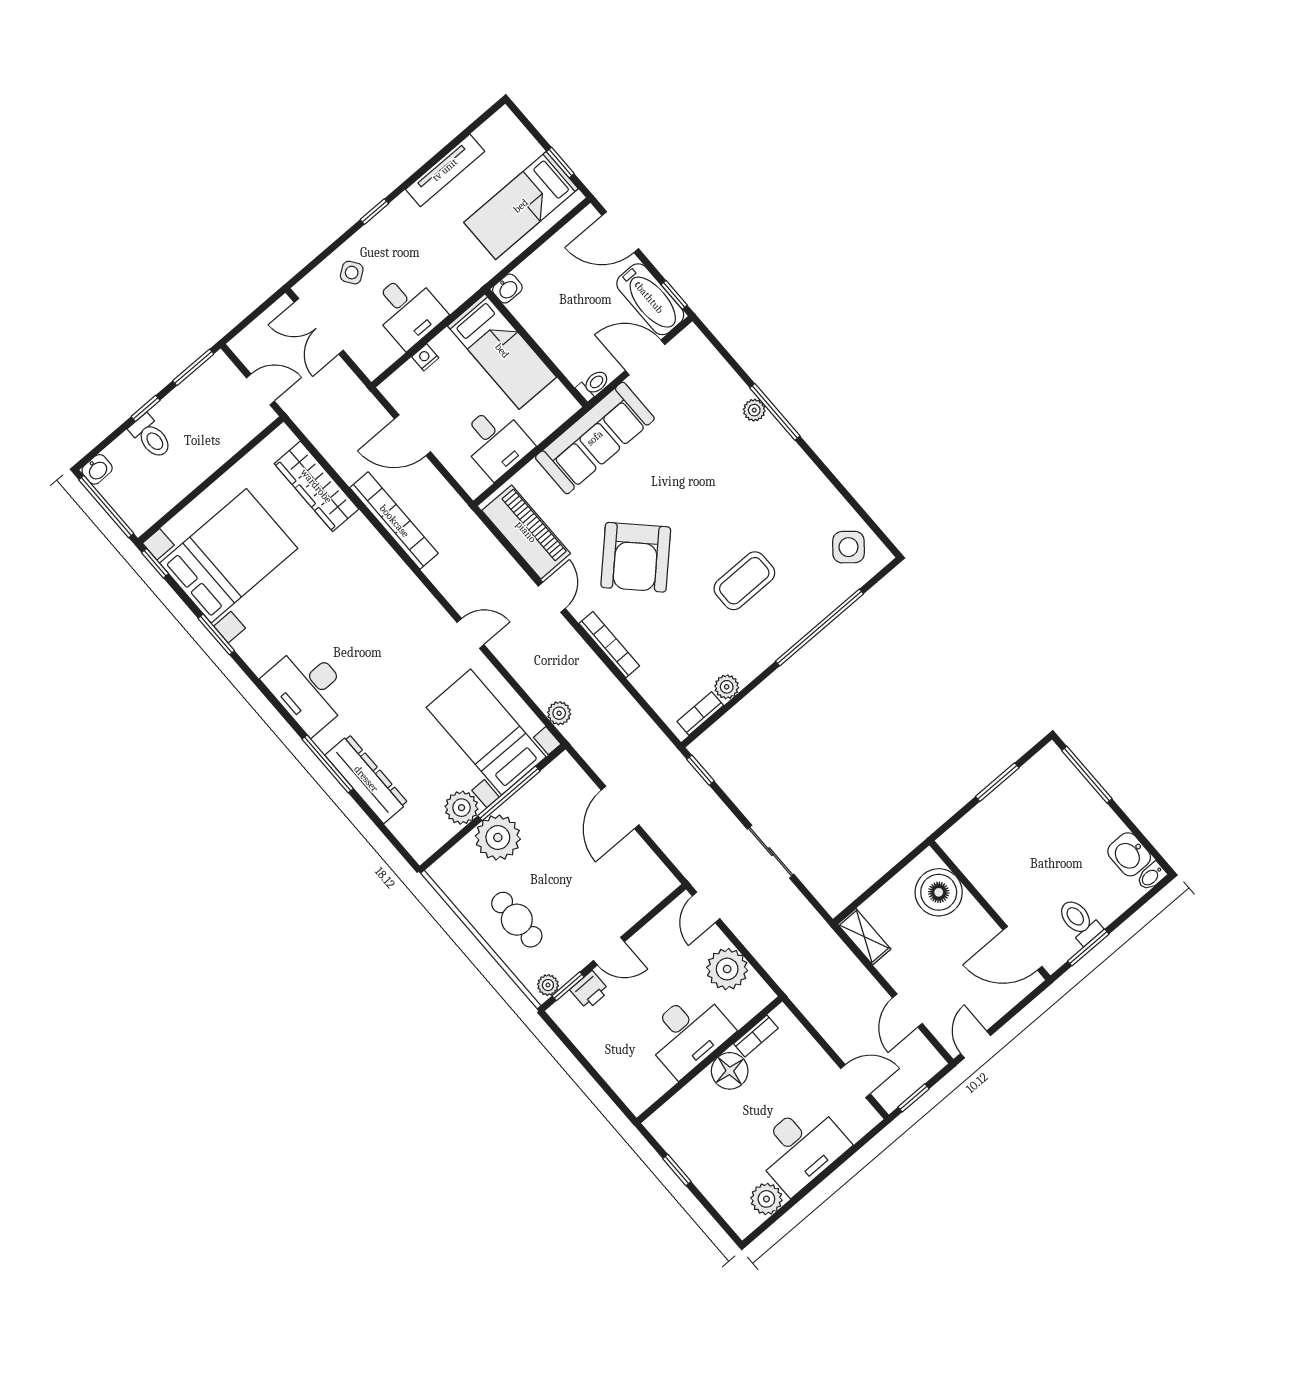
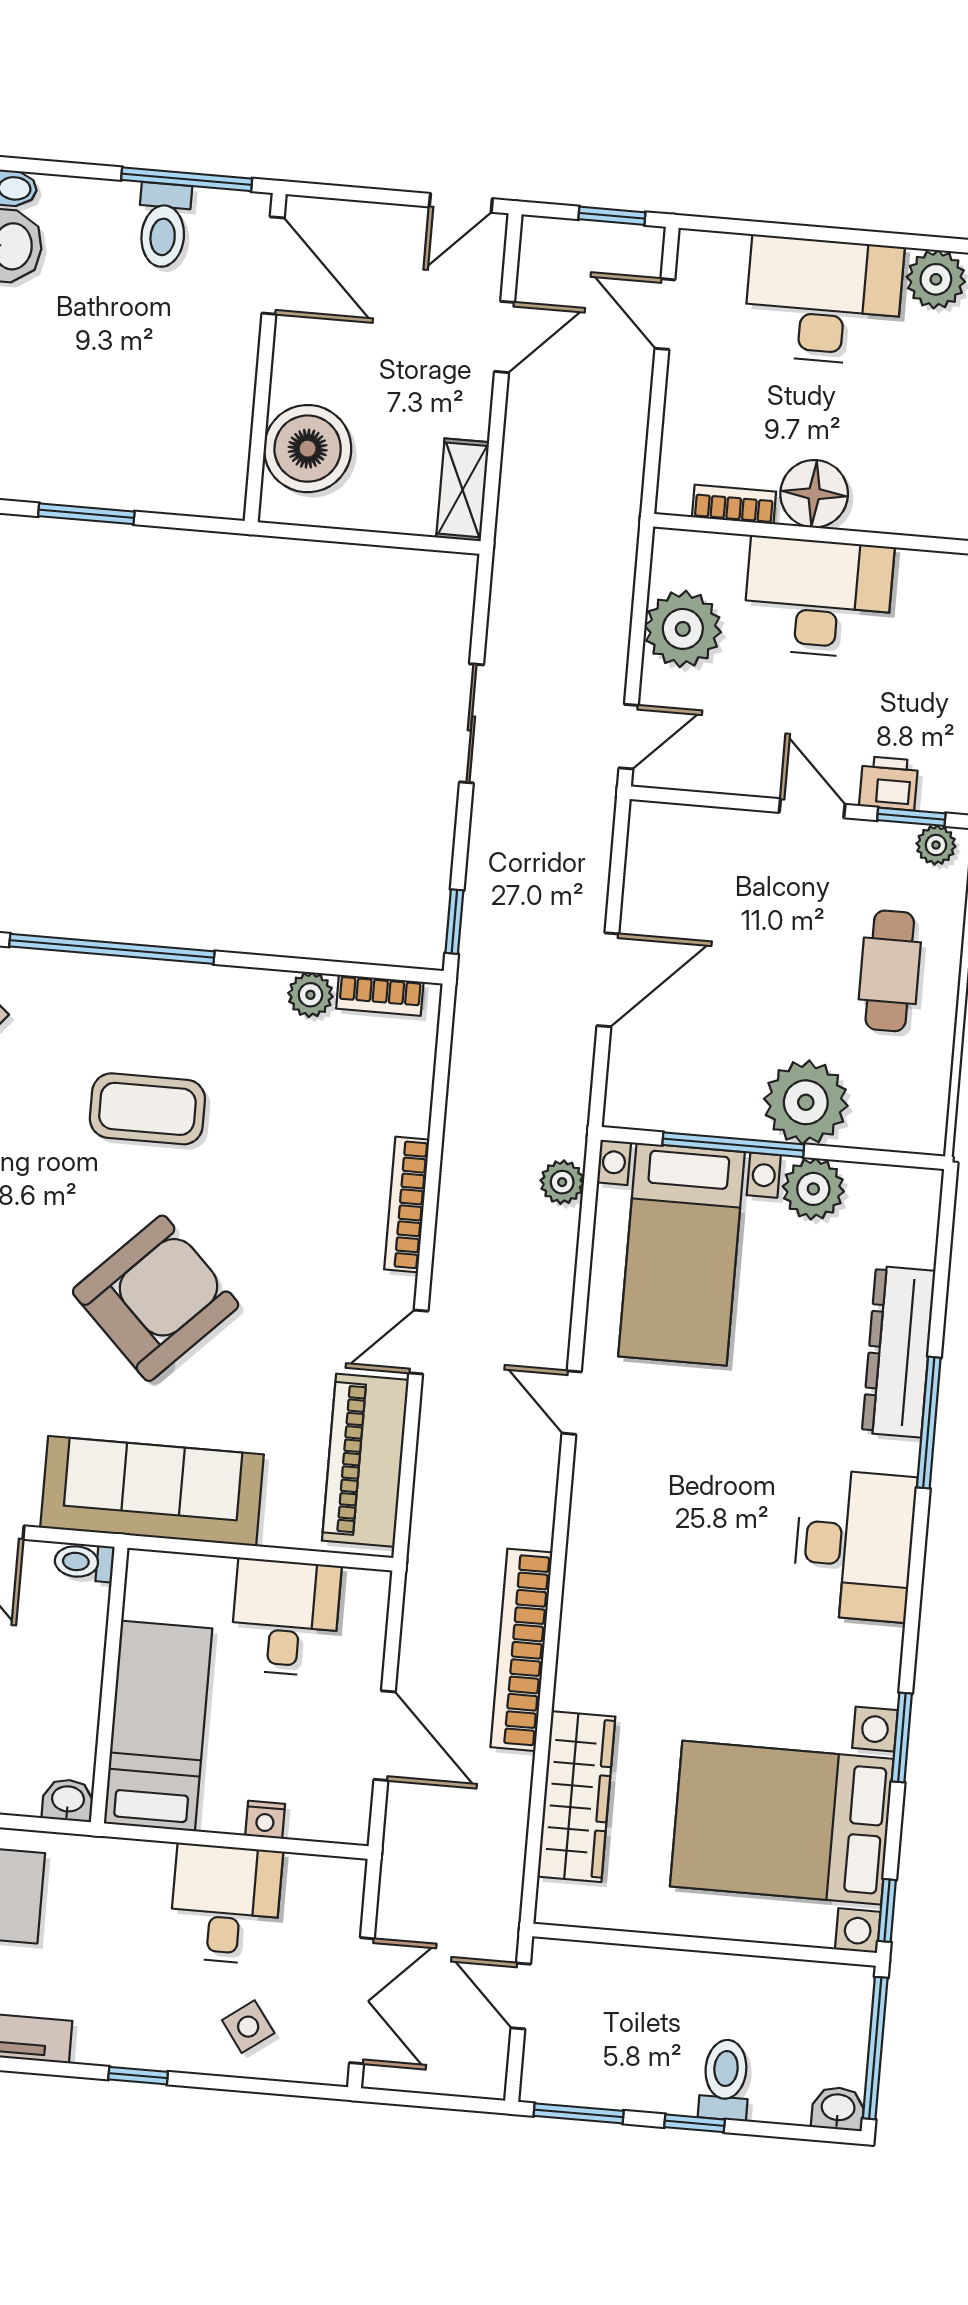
armchair: (636, 557) -> (156, 1298), moved
window: (1088, 947) -> (187, 179), width x1.44

